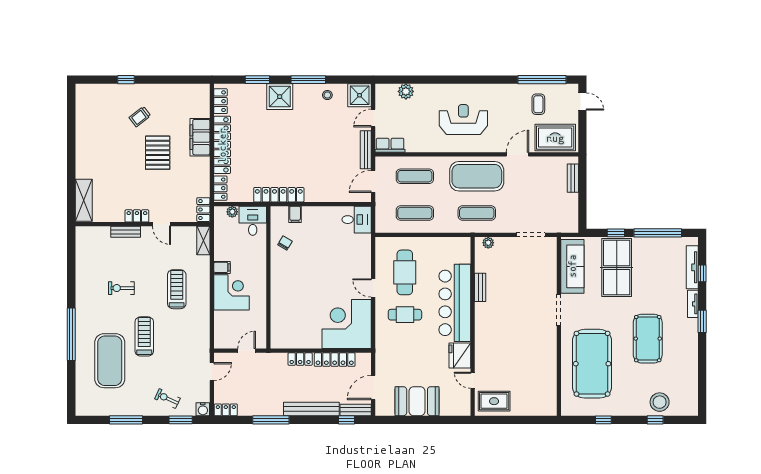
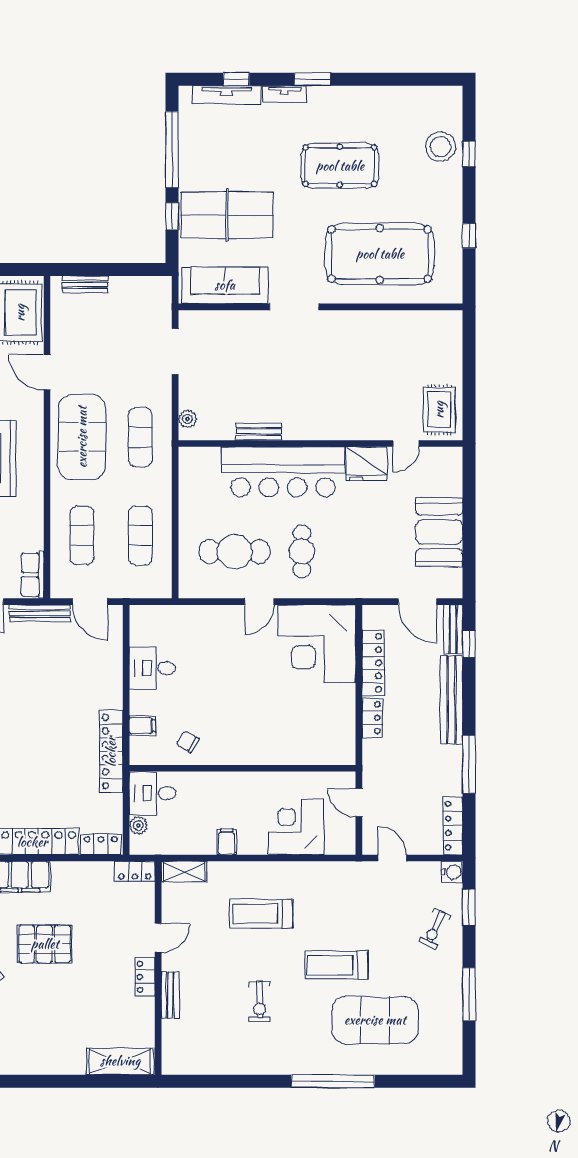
desk: (357, 220) -> (152, 668), moved, turned -90
corner desk: (232, 292) -> (296, 827), moved
locker: (226, 410) -> (453, 826), width x1.53

